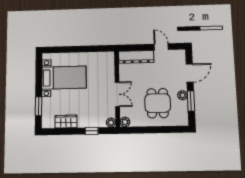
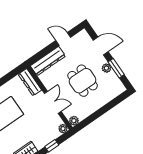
dresser: (109, 65) -> (30, 82), added
door: (190, 73) -> (101, 46), hinge flipped
dining table: (158, 103) -> (83, 81), moved

